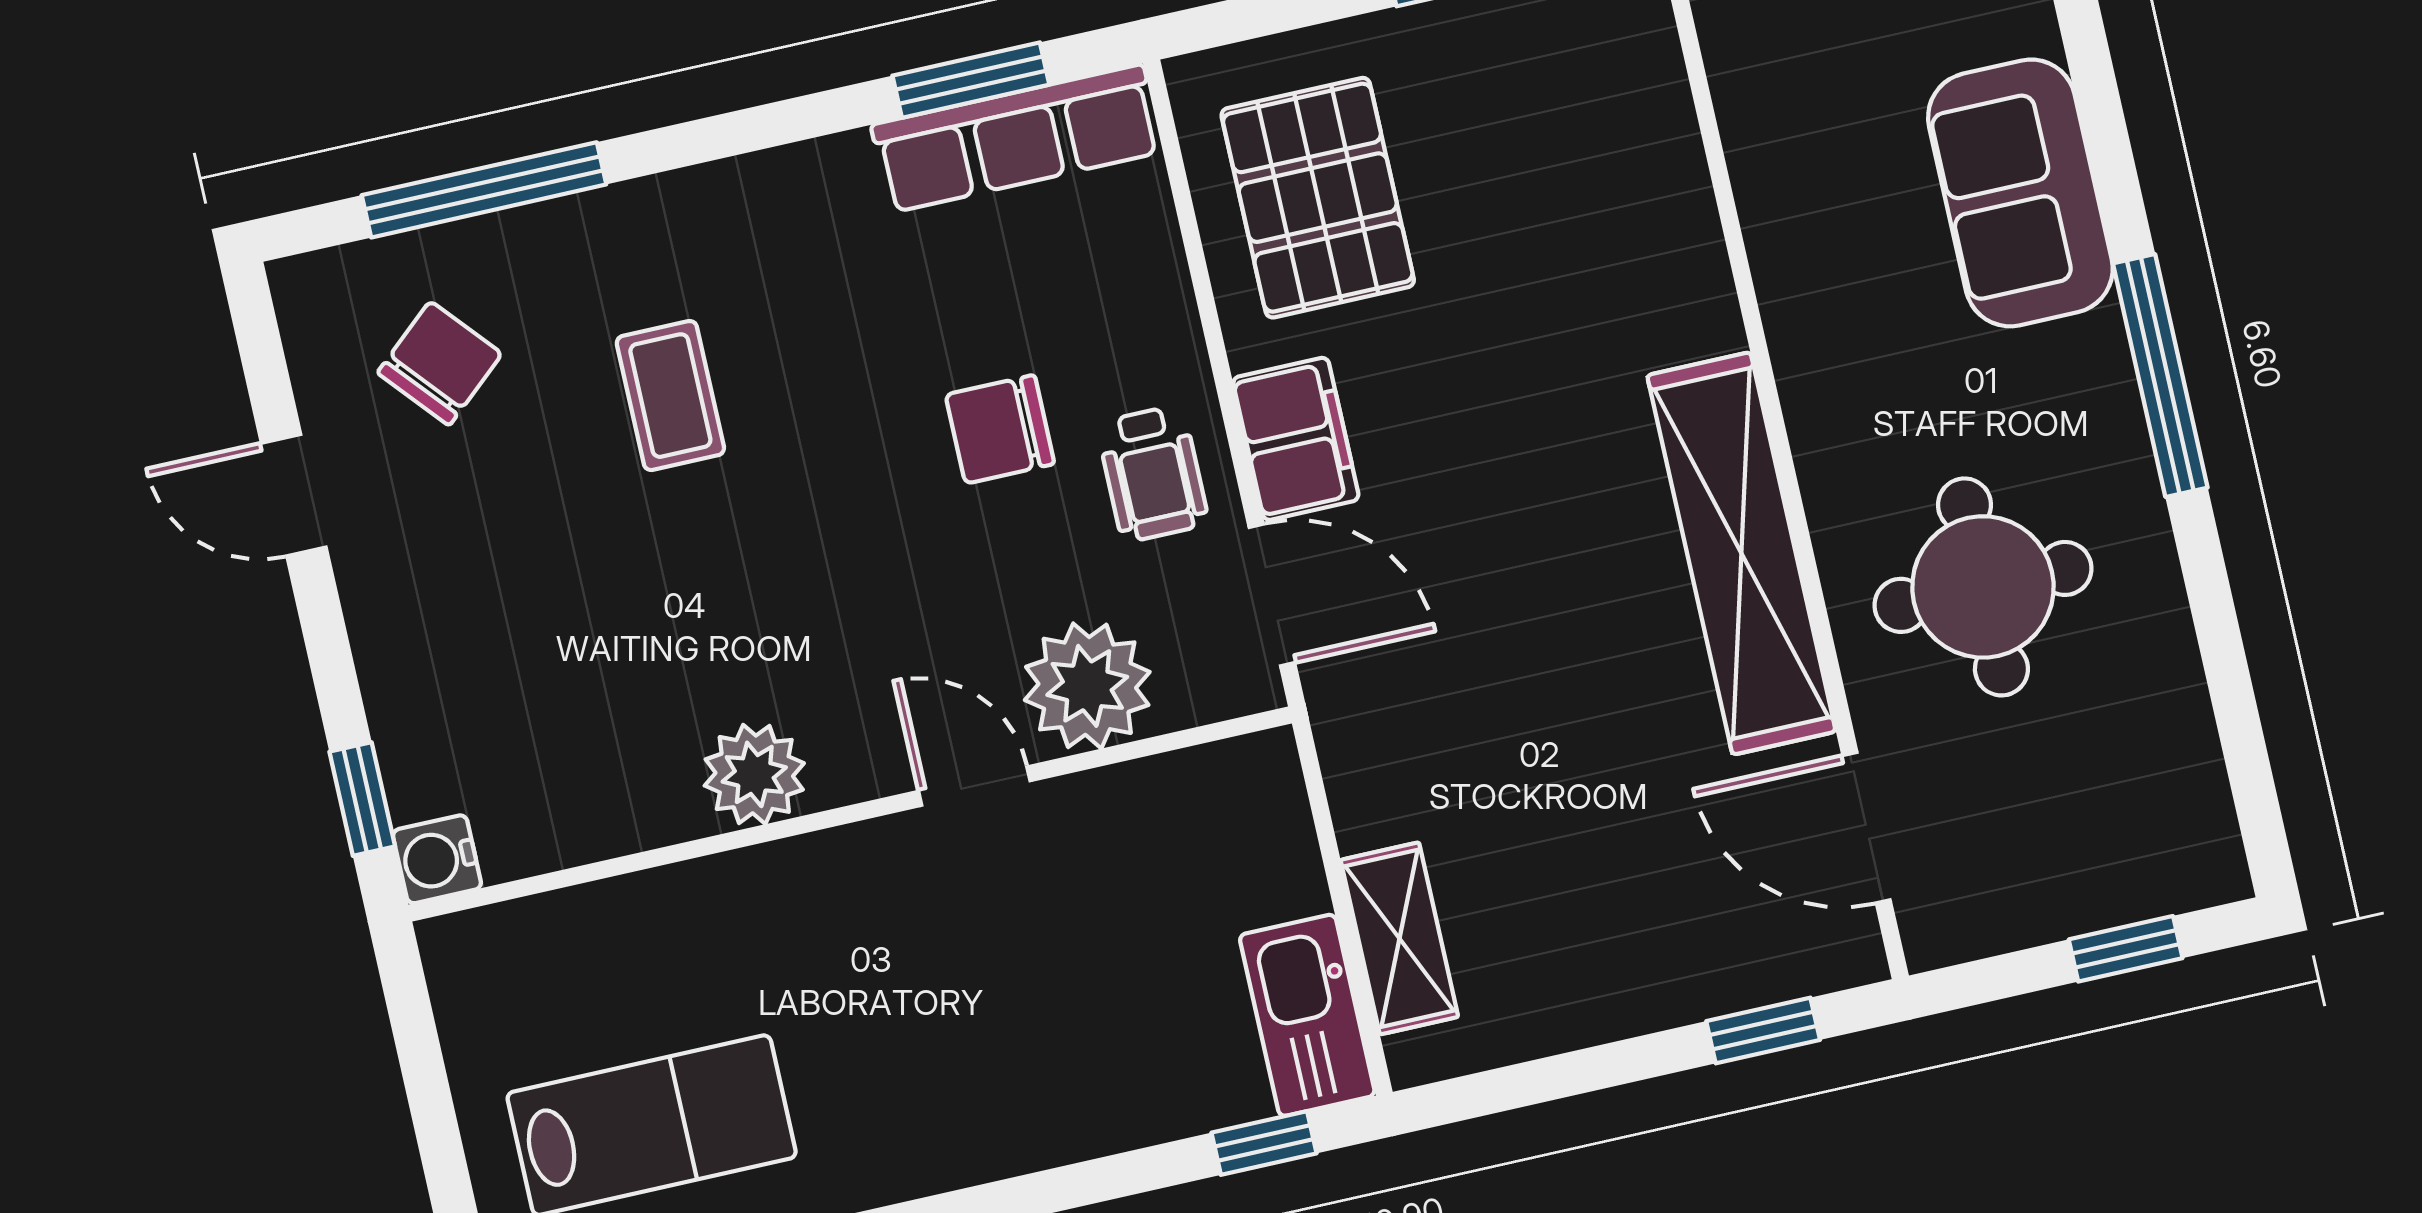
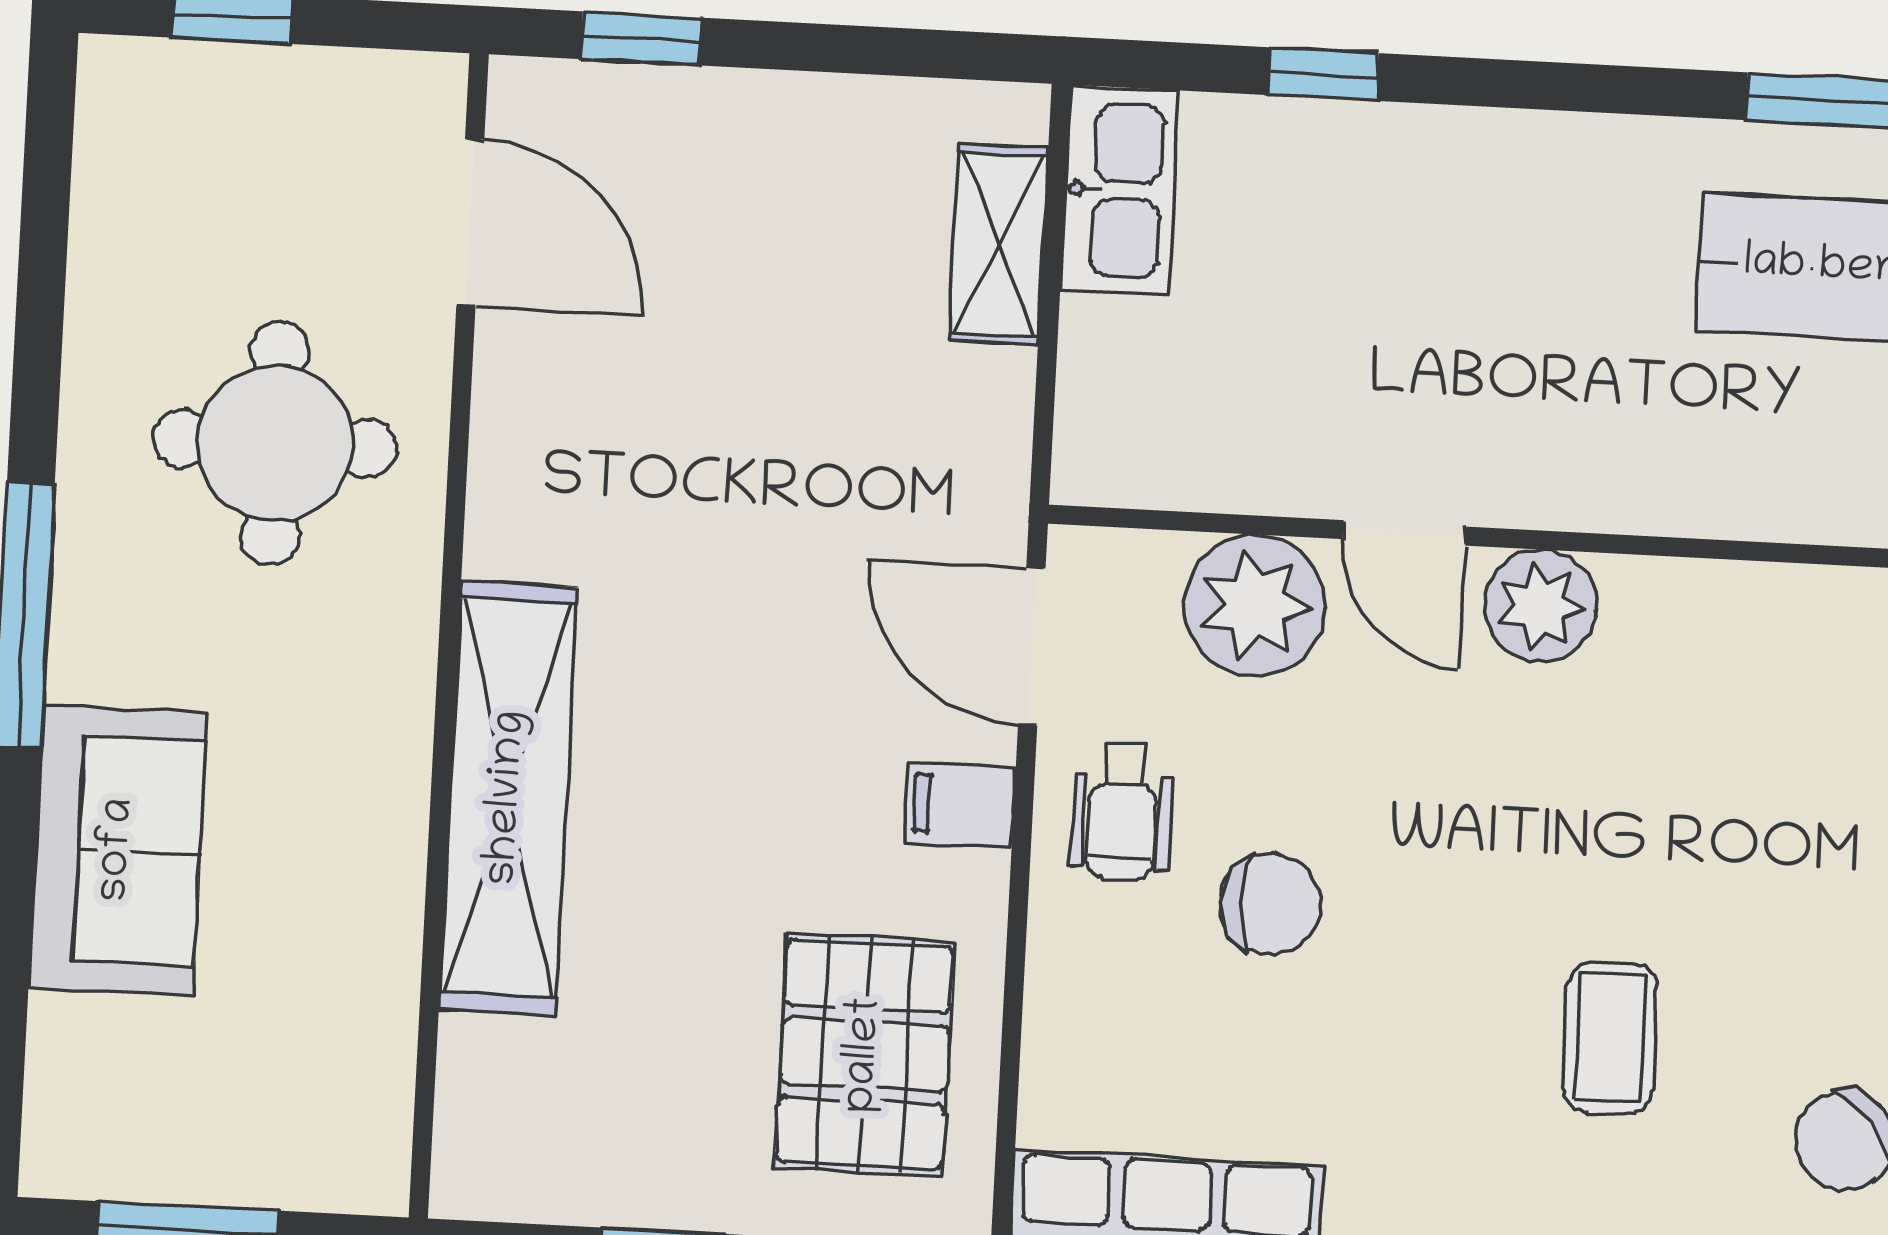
filing cabinet: (1296, 439) -> (960, 805), width x0.50
wheelchair: (1153, 473) -> (1122, 811), turned 180
shelving: (1741, 553) -> (508, 798), moved
plant: (754, 774) -> (1541, 606), moved
window: (1264, 1143) -> (1324, 74), moved

